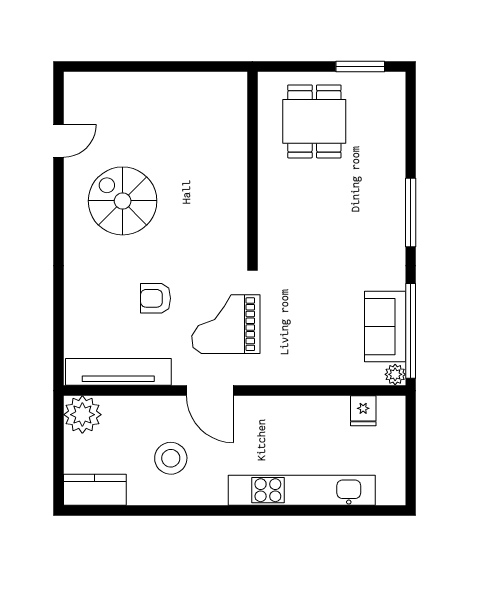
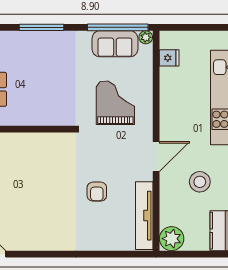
spiral stairs: (123, 201) -> (34, 213), removed
grand piano: (226, 324) -> (115, 103), moved, turned 180

